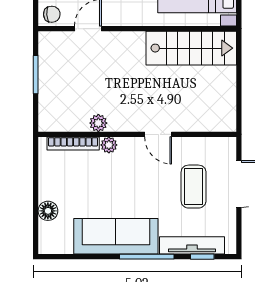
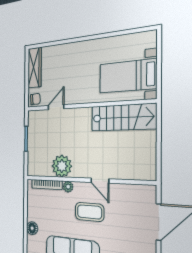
plant: (98, 123) -> (62, 166), width x1.87, depth x1.87
coffee table: (194, 187) -> (89, 212), moved, turned 90

